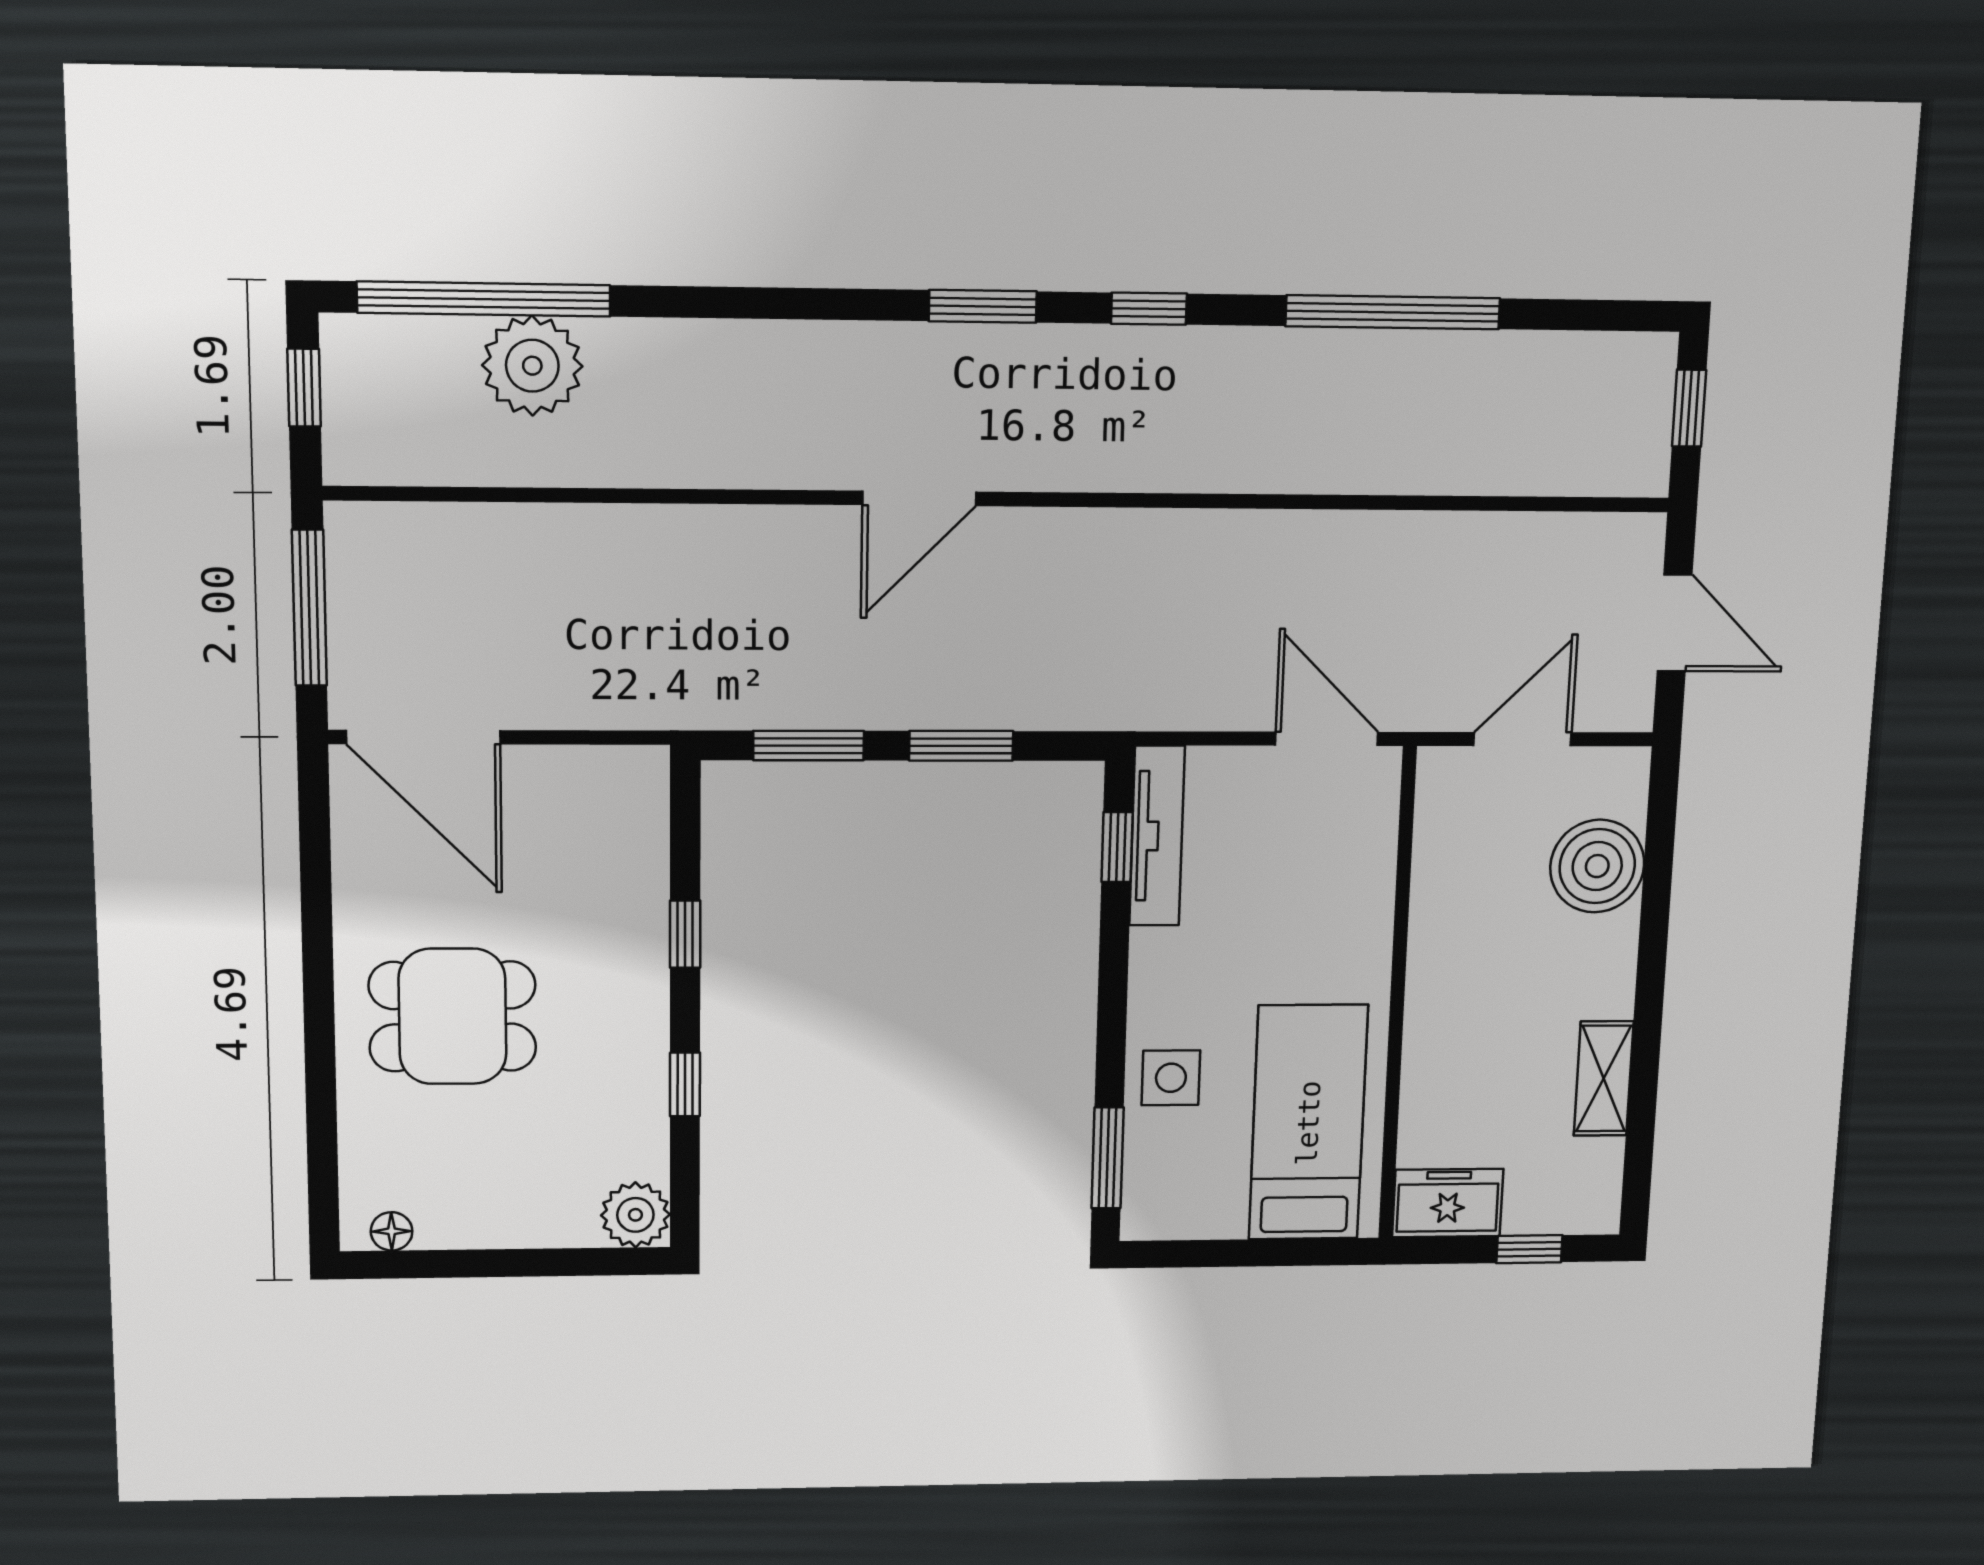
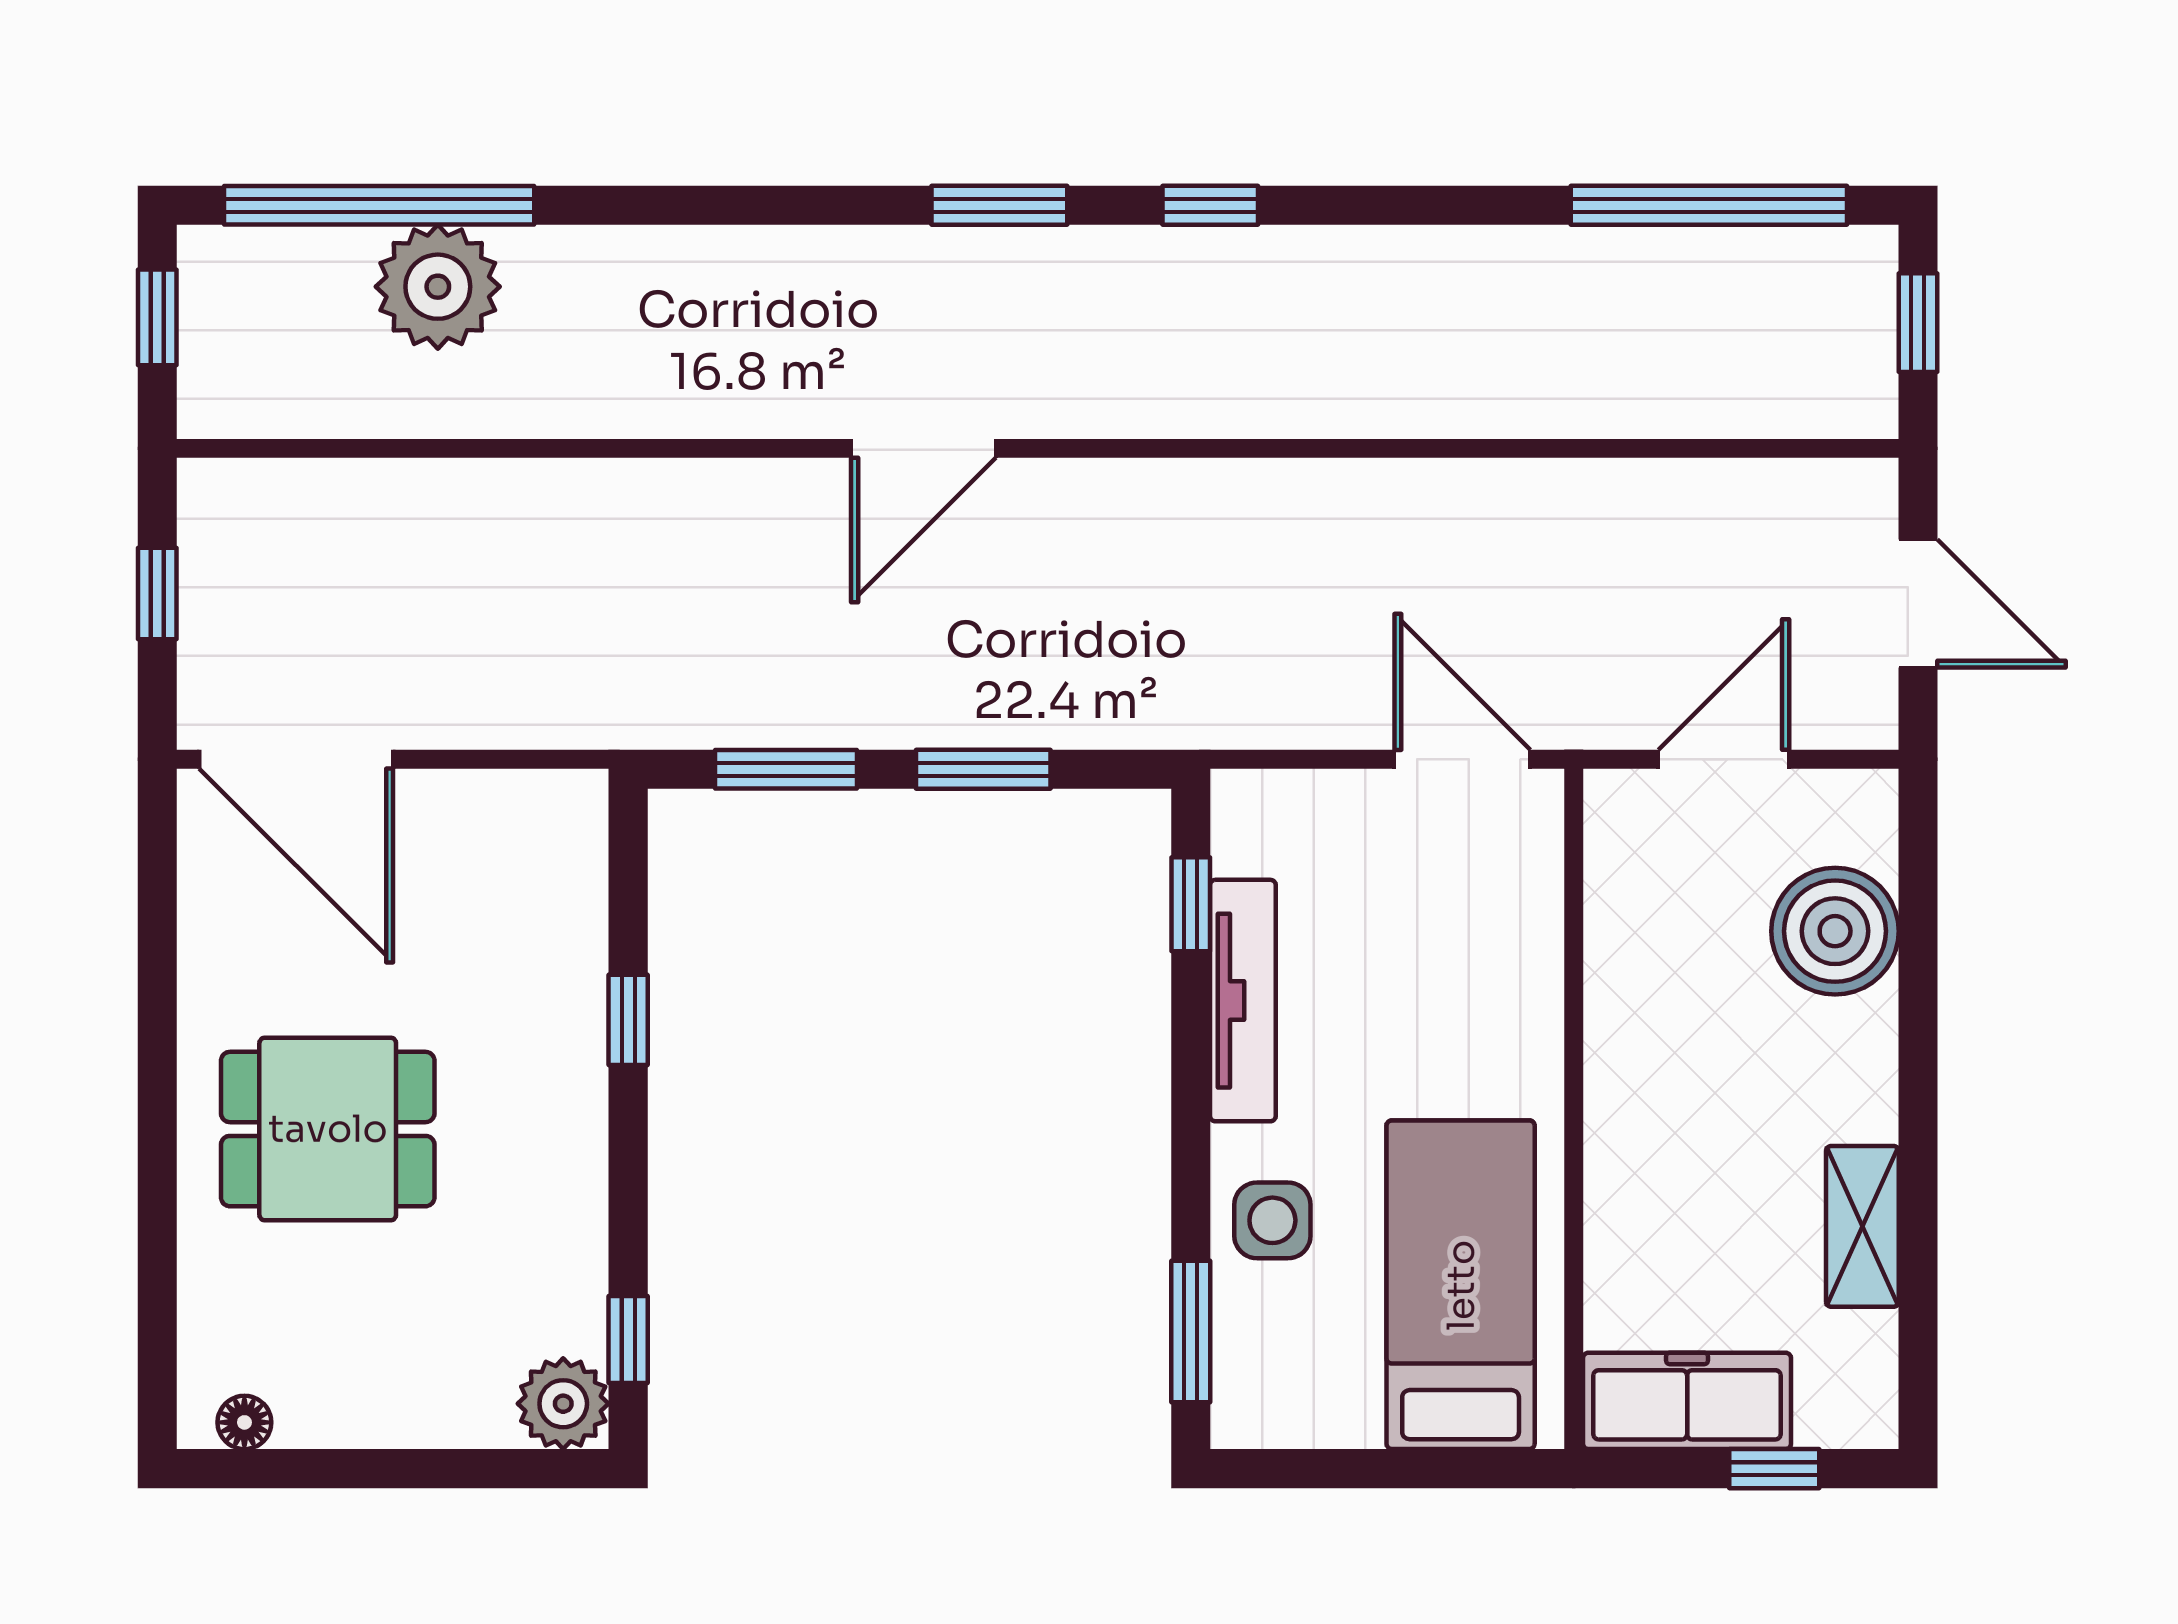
window: (1393, 312) -> (1709, 205), moved
window: (309, 608) -> (157, 593), width x0.46
tv unit: (1157, 836) -> (1243, 1001), moved
window: (685, 1084) -> (628, 1340), moved
freezer: (1448, 1203) -> (1687, 1401), width x1.40

